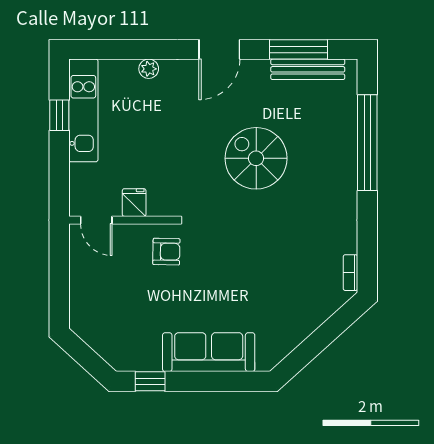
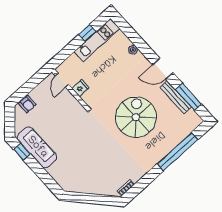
bench: (308, 69) -> (176, 97), moved
spiral stairs: (256, 158) -> (136, 117), width x1.37, depth x1.37
armchair: (166, 252) -> (27, 104), moved
sofa: (209, 352) -> (37, 147), moved

